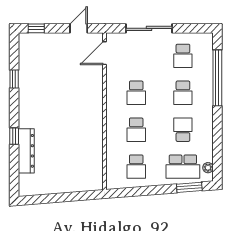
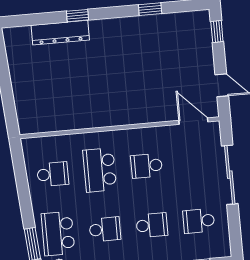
school desk: (183, 93) -> (152, 225), turned 180
school desk: (136, 130) -> (100, 170), width x1.85
school desk: (136, 167) -> (53, 174), turned 180

